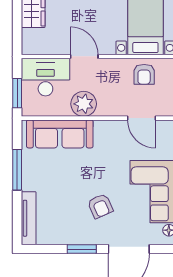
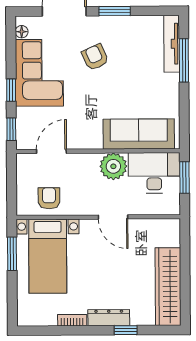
desk: (45, 77) -> (154, 173), moved, turned 180
door: (142, 118) -> (51, 151), hinge flipped
window: (17, 170) -> (184, 60), moved

